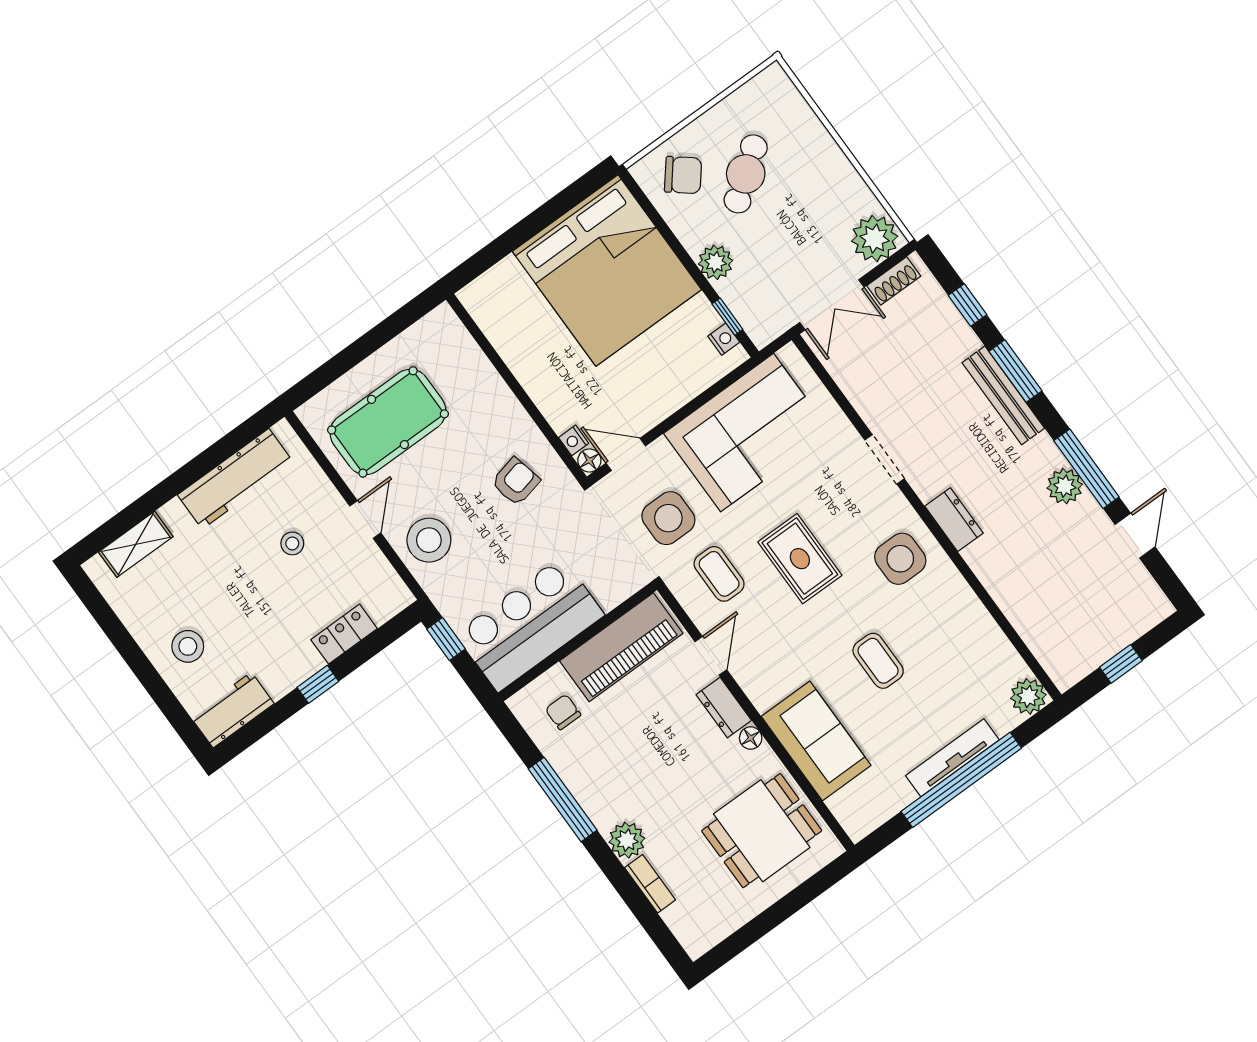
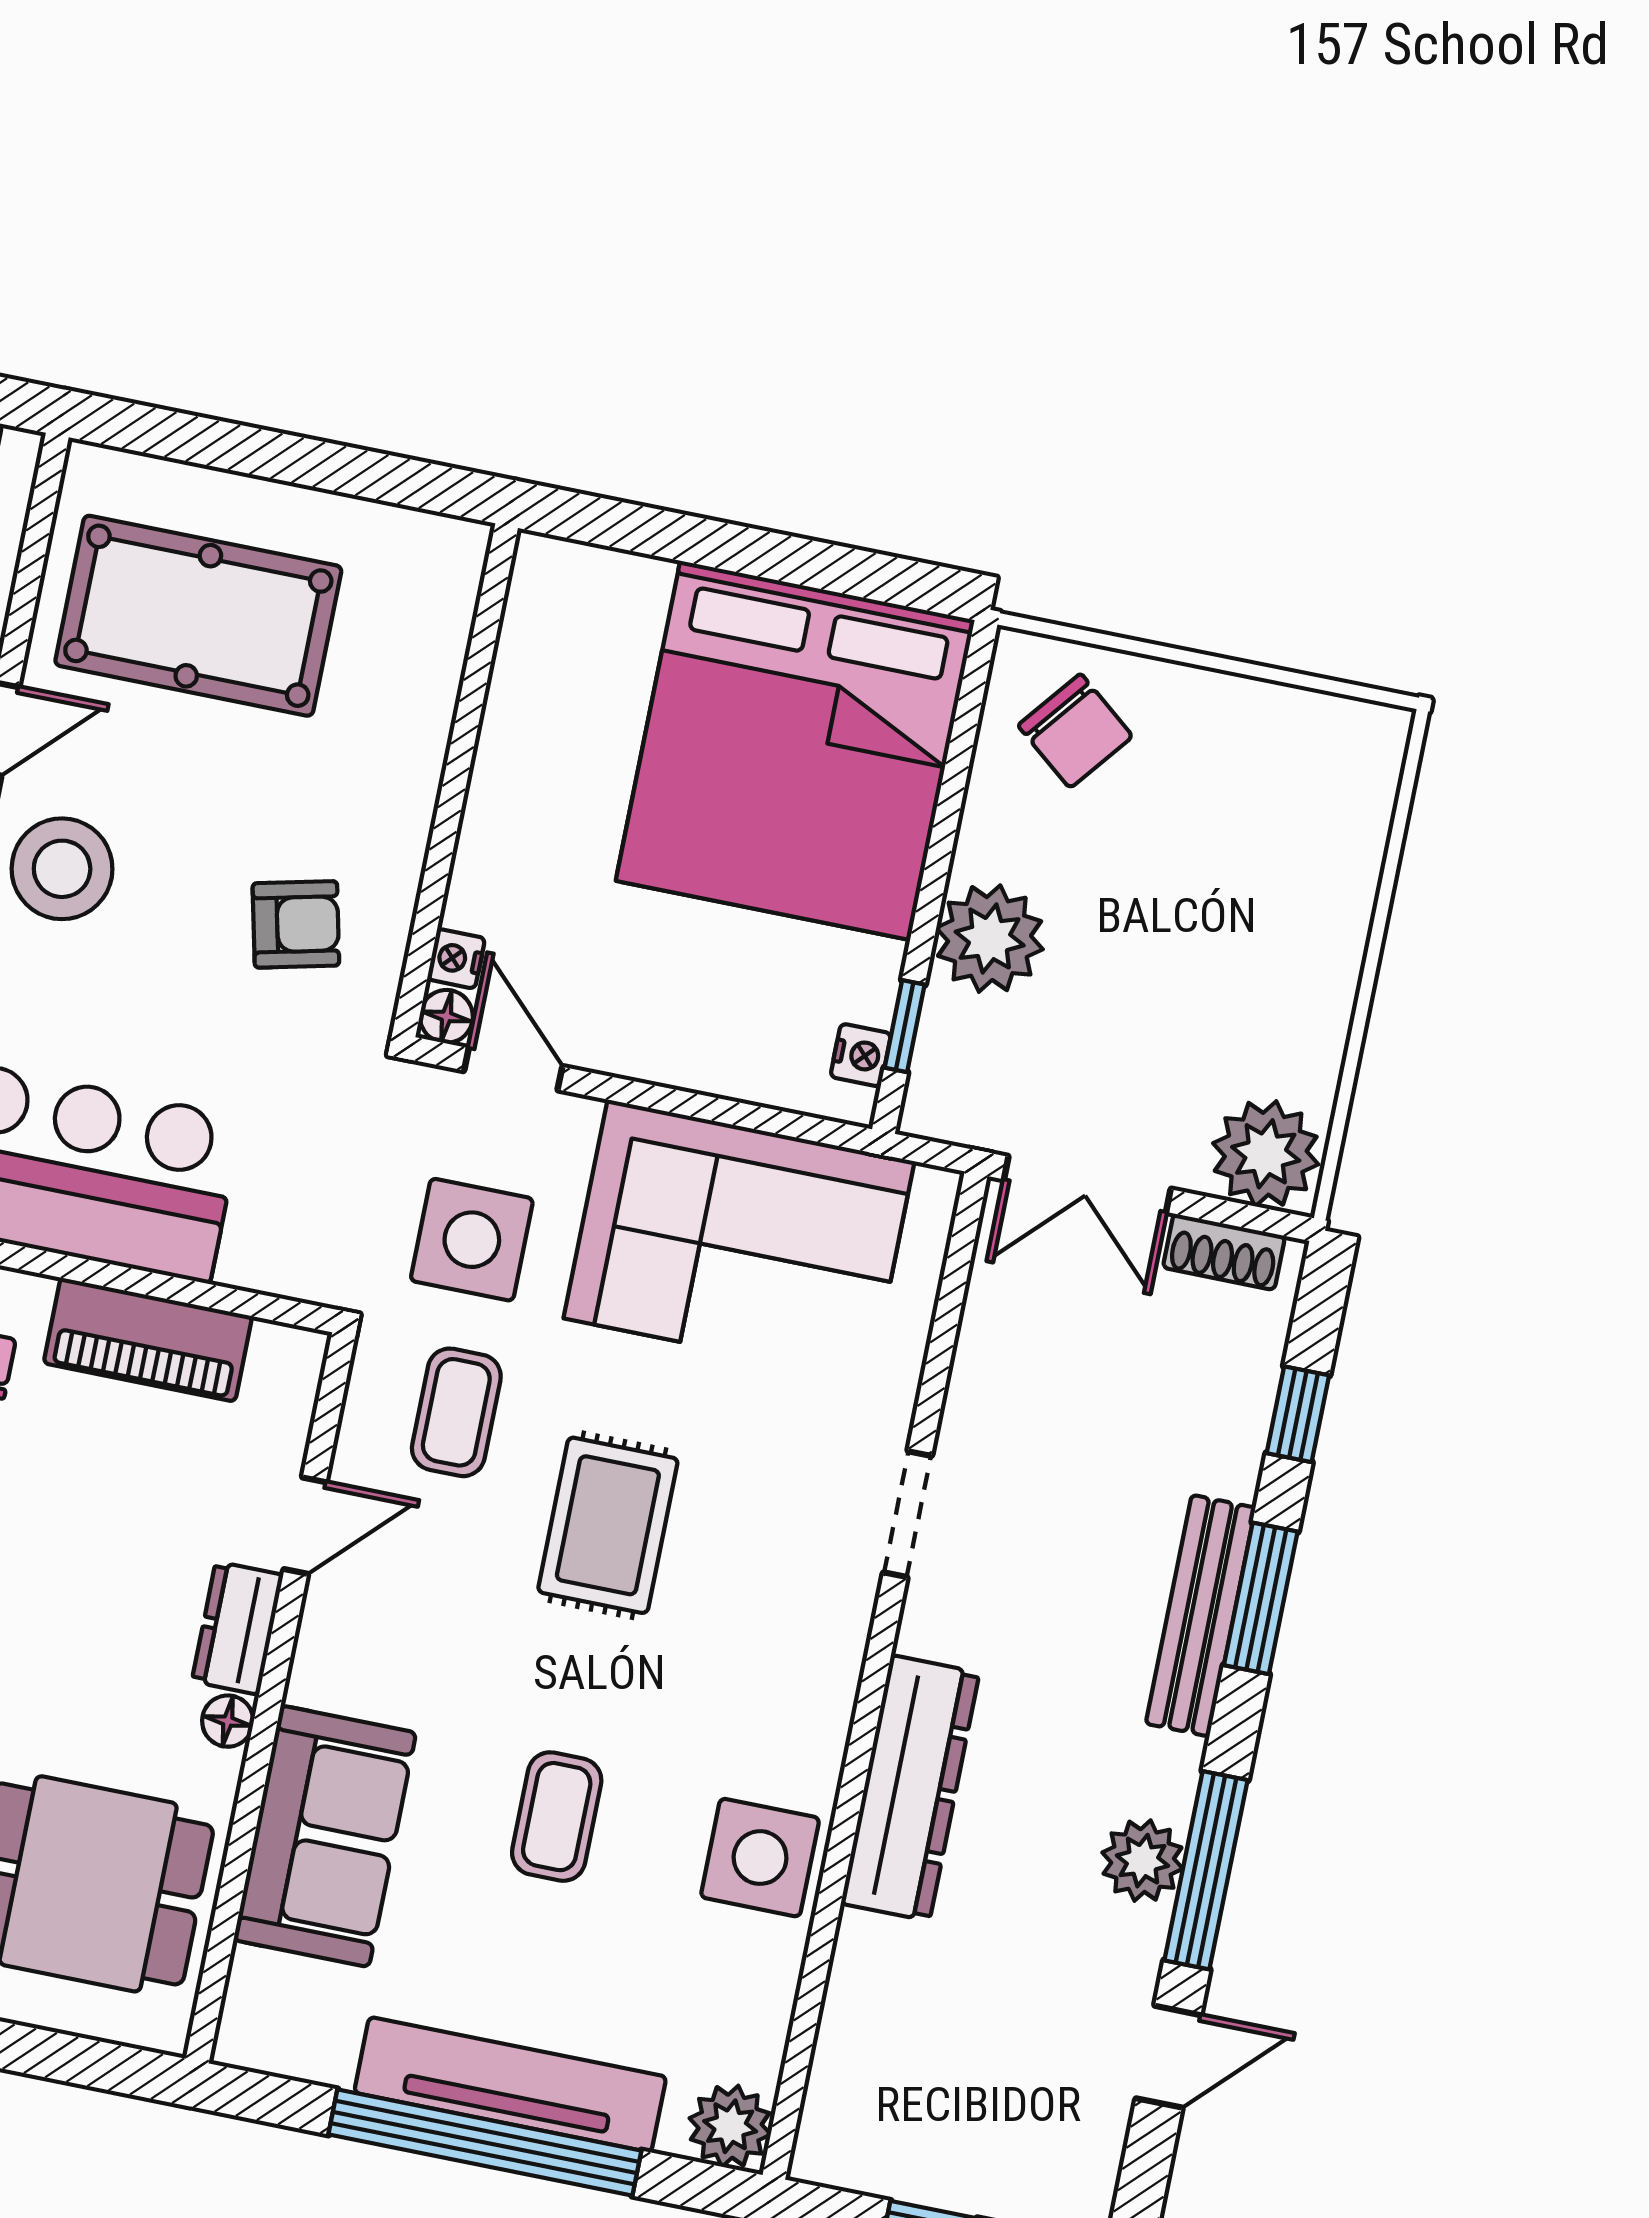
cafe table: (746, 174) -> (1174, 835), removed
plant: (716, 262) -> (990, 939), width x1.36, depth x1.36
dresser: (954, 520) -> (910, 1788), width x1.96, depth x1.24
side table: (900, 559) -> (760, 1858), moved
piano: (621, 647) -> (148, 1340), width x0.73, depth x0.75
tv unit: (952, 758) -> (510, 2085), width x1.36, depth x1.29

